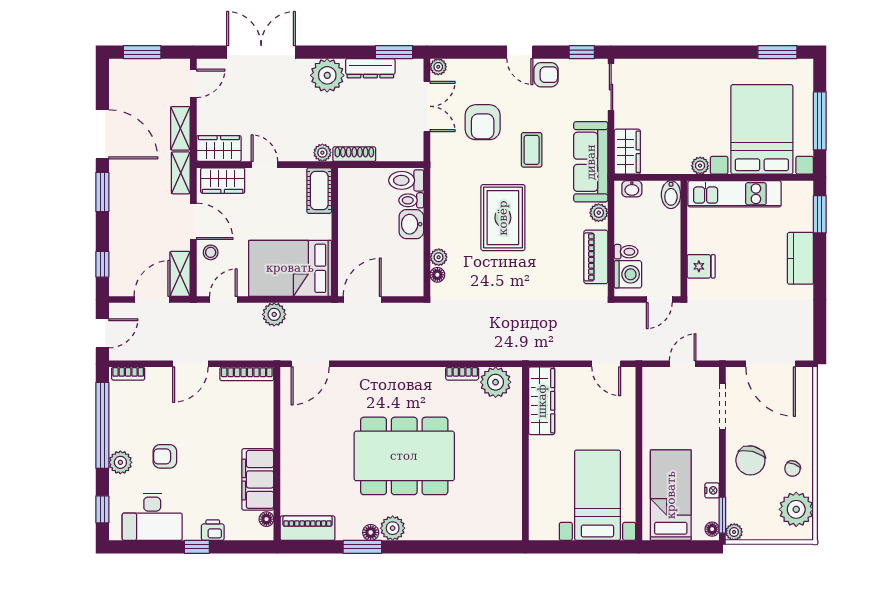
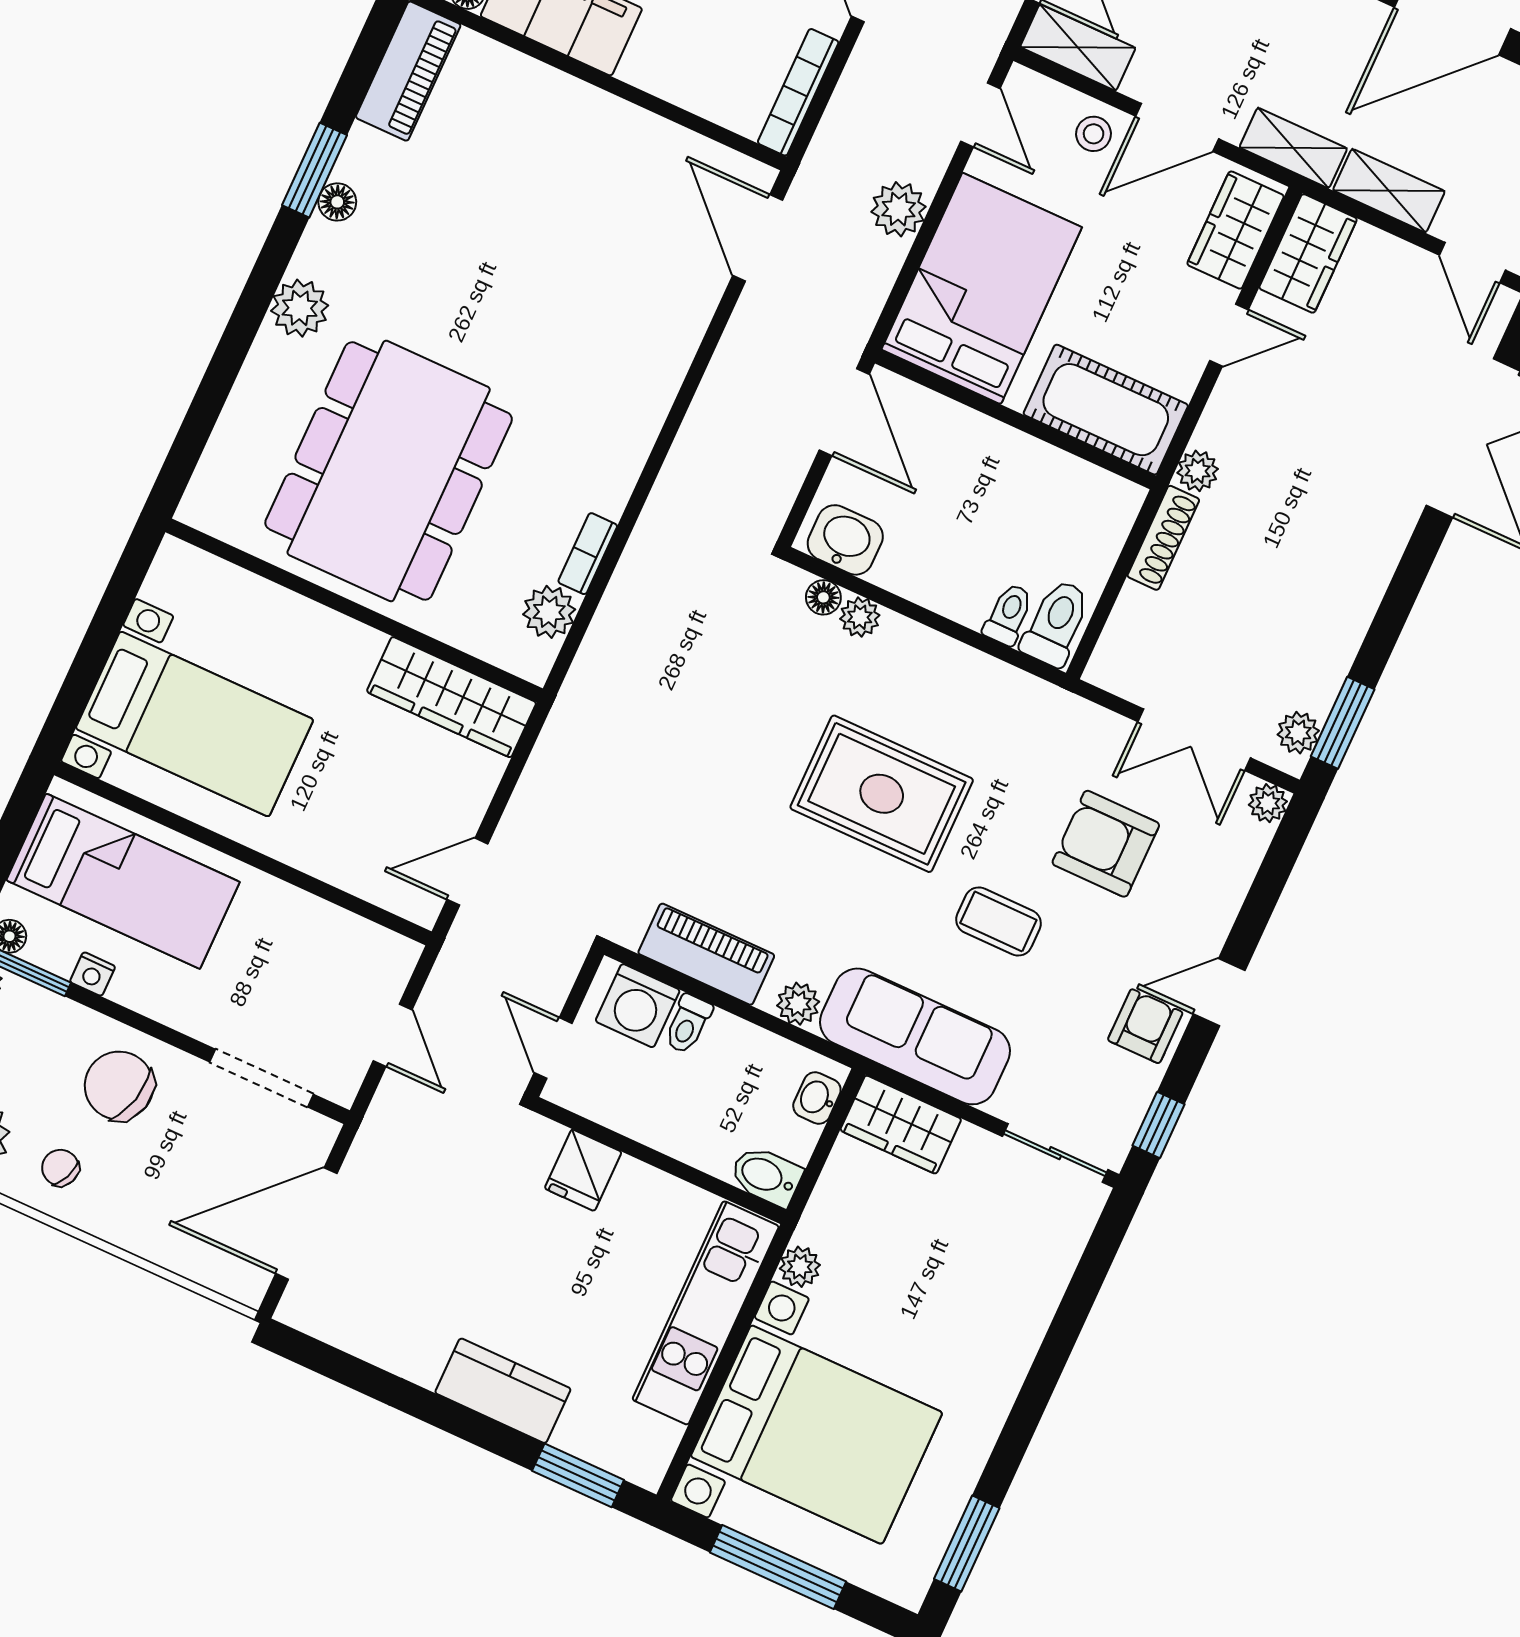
dresser: (370, 68) -> (1331, 656), removed
plant: (327, 75) -> (1298, 733), moved, width x0.53, depth x0.53
armchair: (546, 75) -> (1145, 1026), turned 180
cot: (319, 191) -> (1106, 410), width x1.37, depth x1.34
washbasin: (411, 224) -> (845, 540), moved
plant: (496, 382) -> (549, 612), width x0.73, depth x0.73
dining table: (404, 456) -> (389, 471), moved
plant: (393, 528) -> (300, 308), moved

